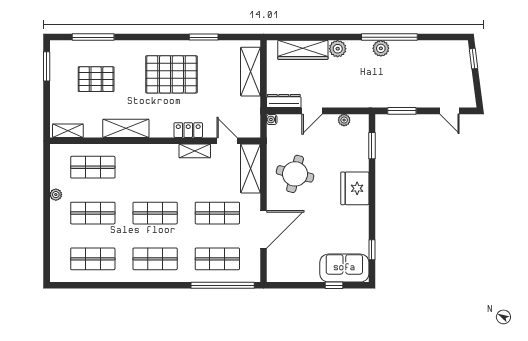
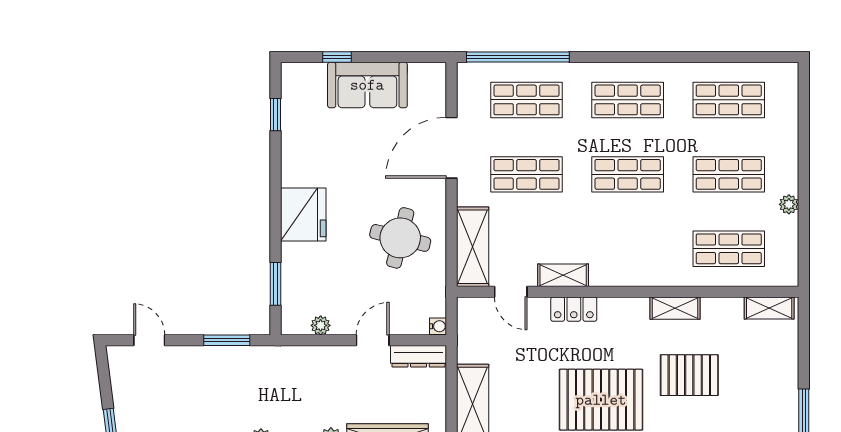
pallet: (96, 79) -> (689, 375), moved
shelving: (126, 128) -> (675, 308), width x0.67, depth x0.75
sofa: (344, 268) -> (367, 85), moved

